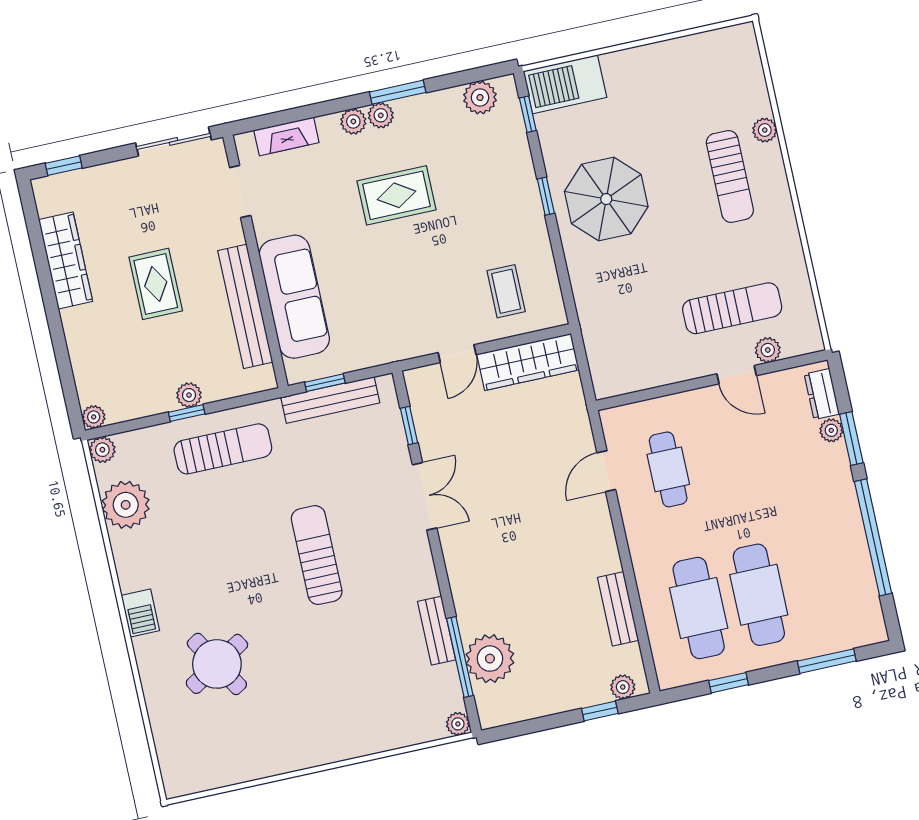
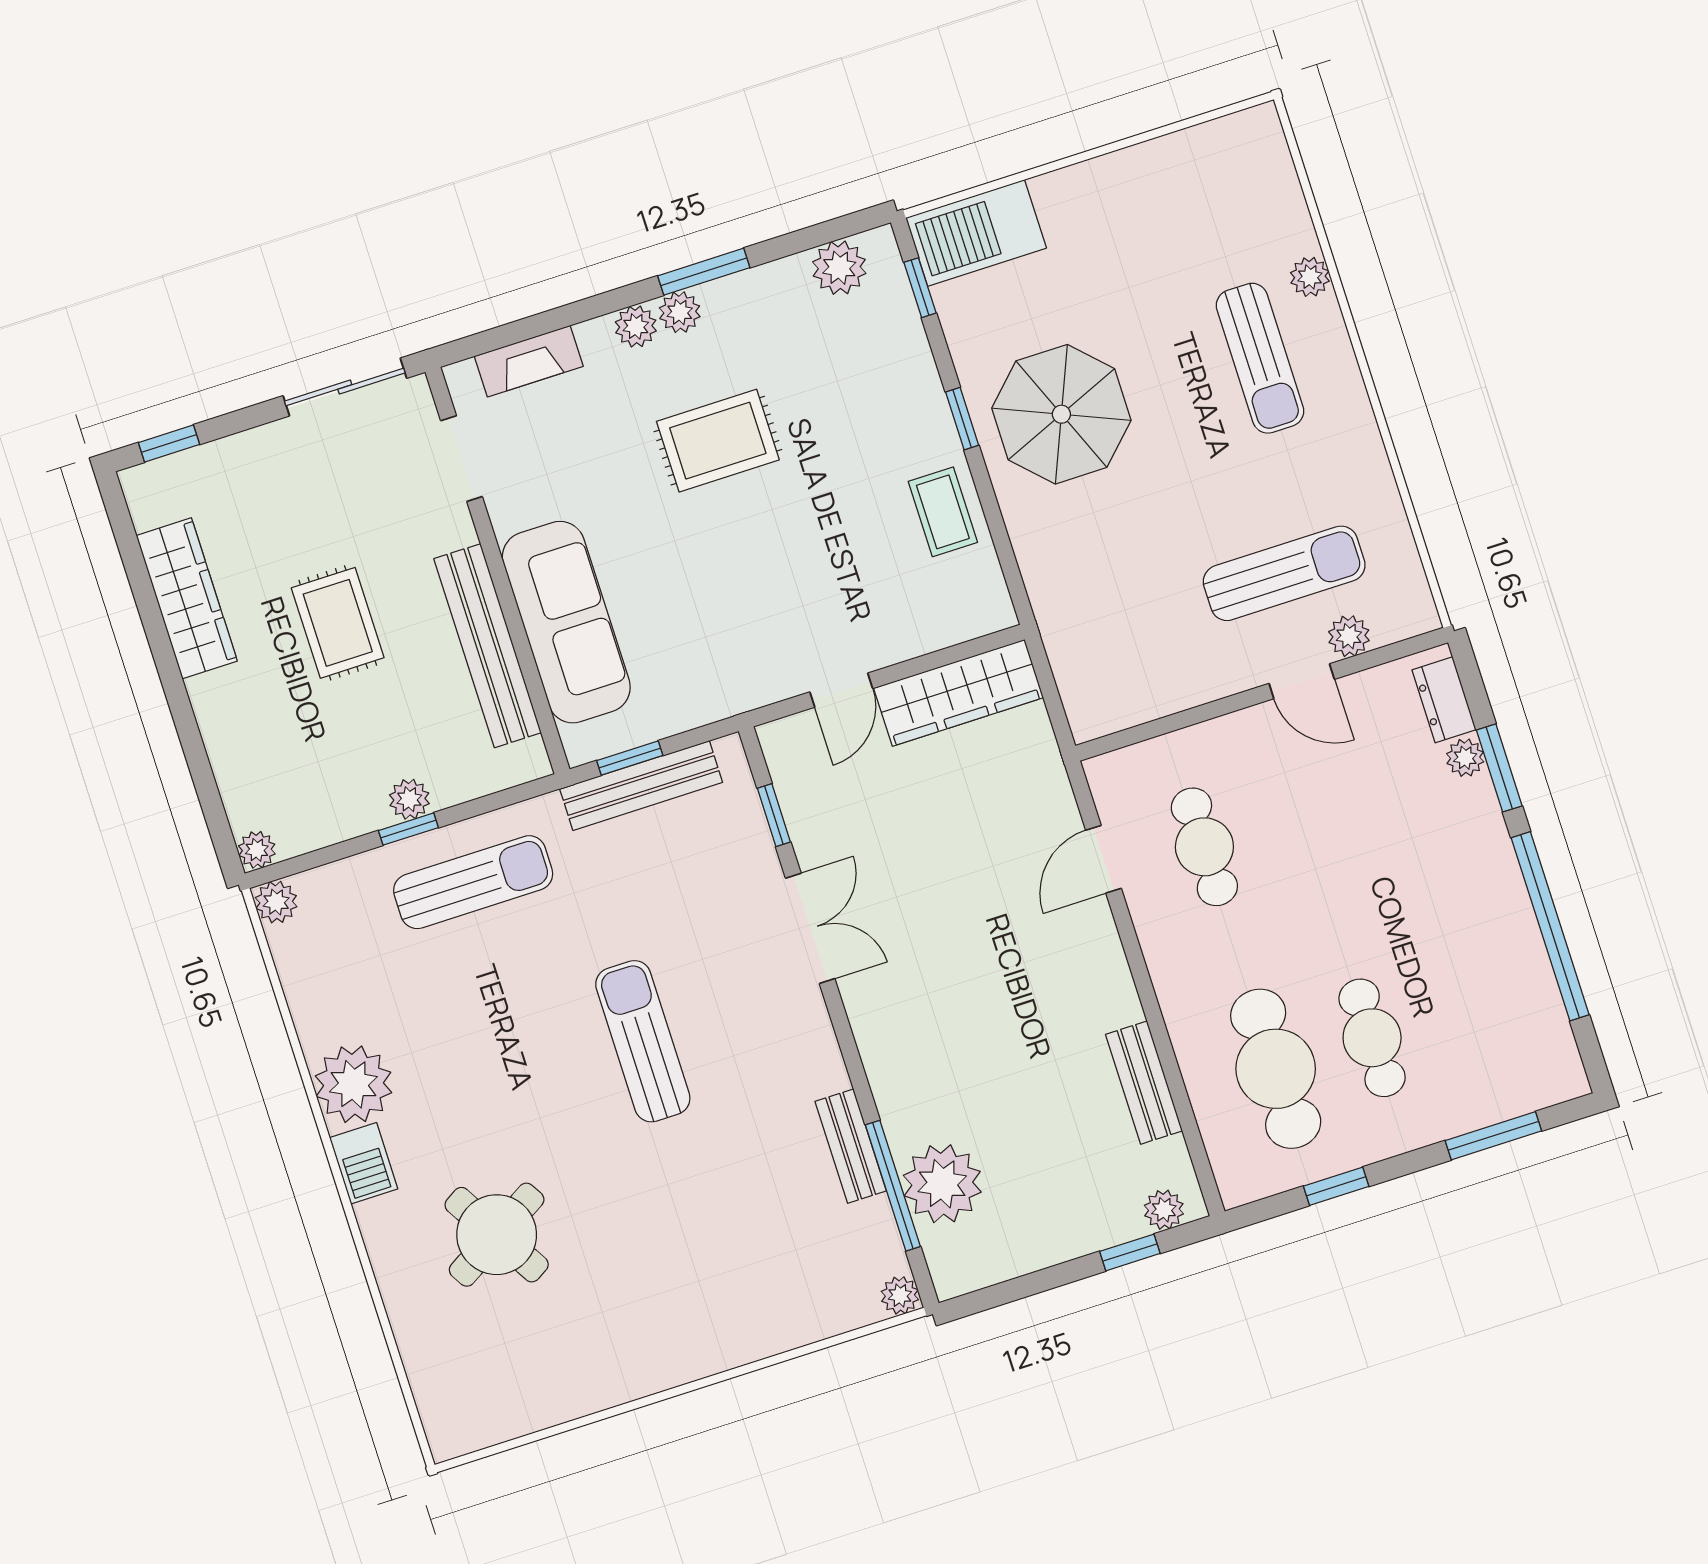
coffee table: (506, 291) -> (943, 512), moved
plant: (126, 505) -> (353, 1084), moved
cafe table: (759, 595) -> (1372, 1038), width x0.73, depth x0.74

